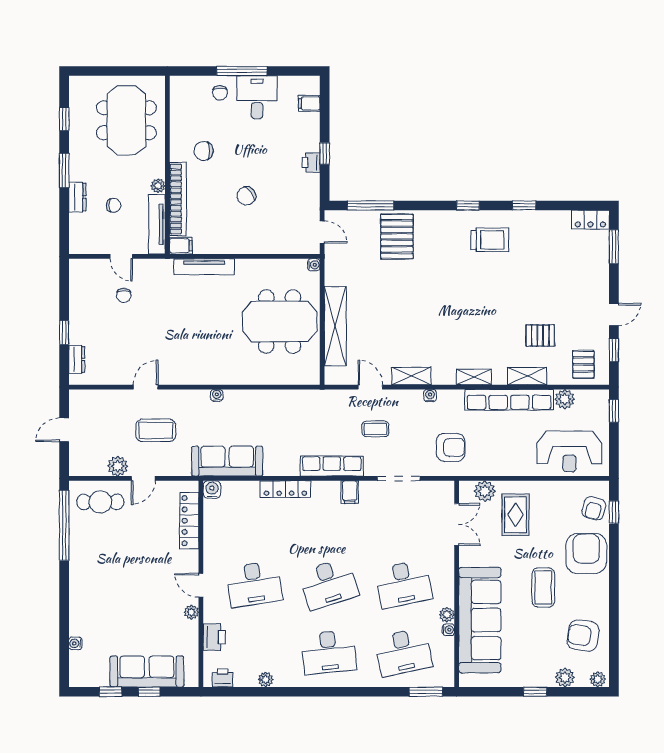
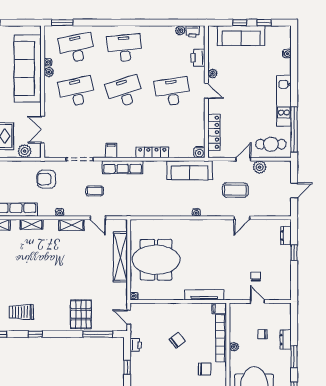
printer: (311, 162) -> (136, 345), moved
tv unit: (157, 224) -> (235, 322), removed
kitchen unit: (80, 570) -> (284, 101), added
plant: (266, 680) -> (180, 30), moved

